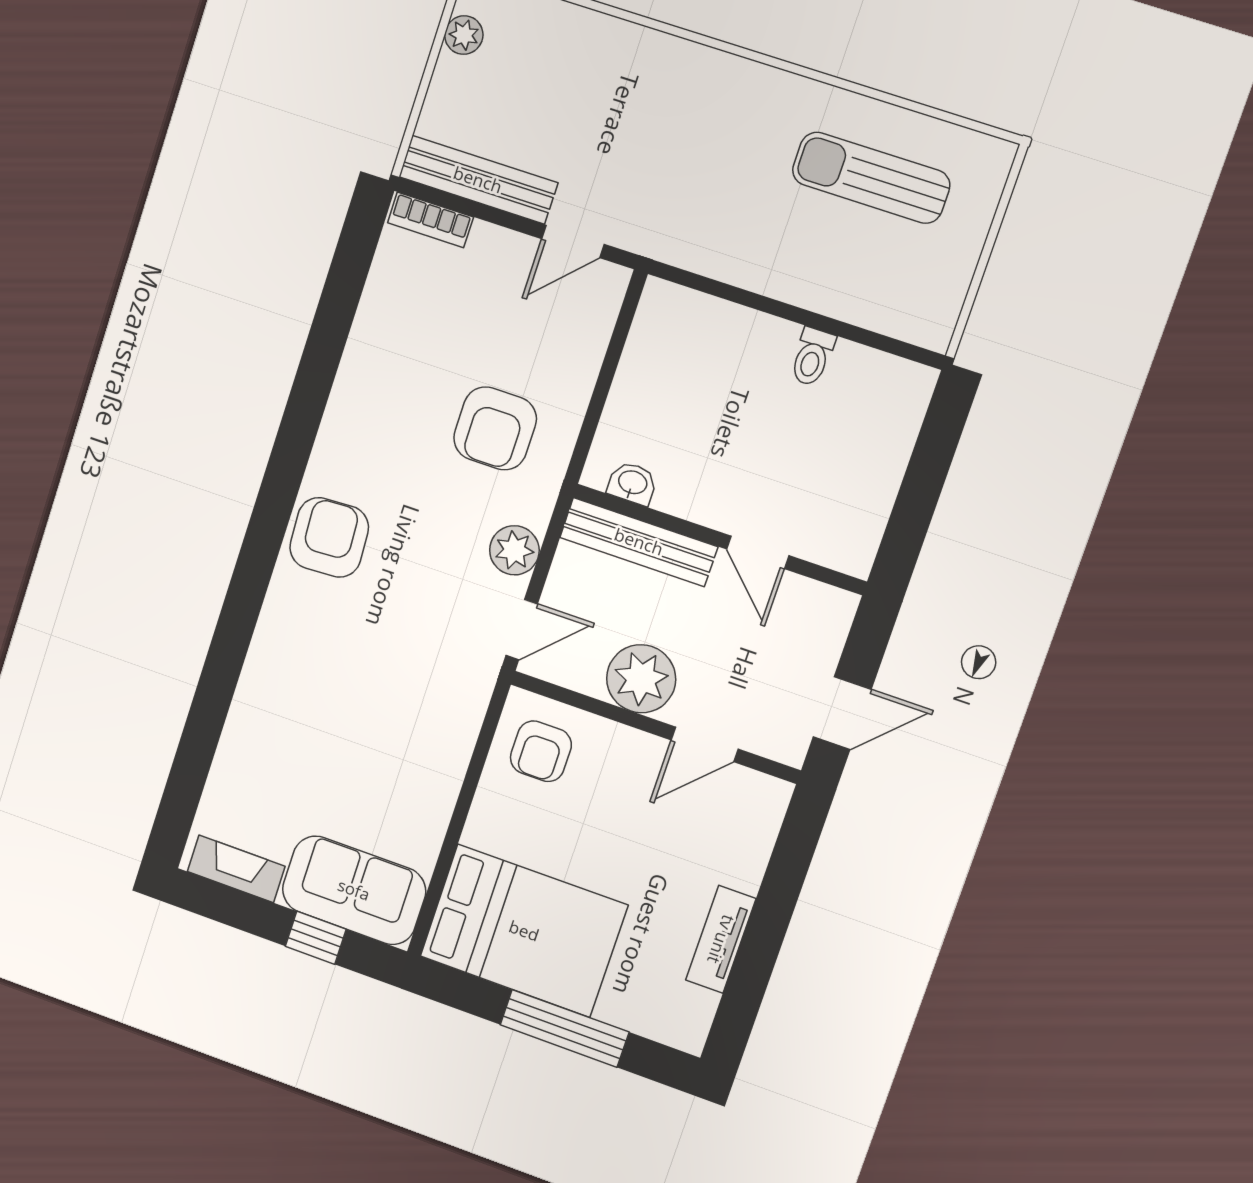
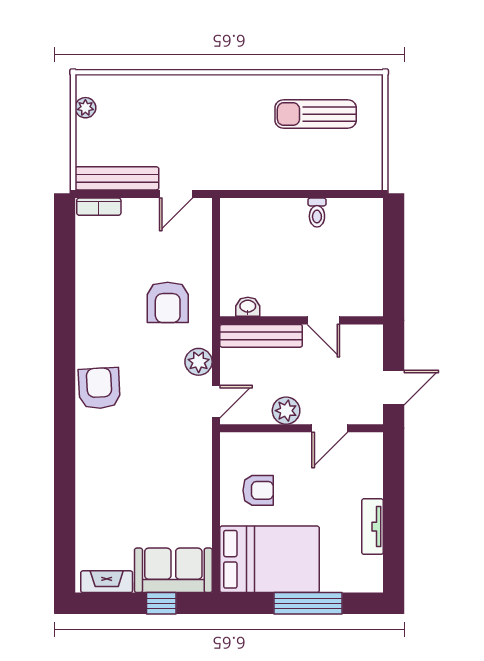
plant: (641, 679) -> (286, 411), width x0.73, depth x0.73
armchair: (541, 751) -> (258, 490), moved, turned -90

